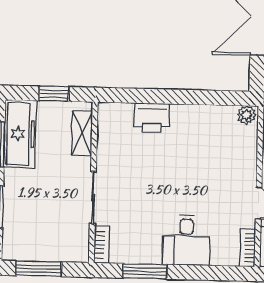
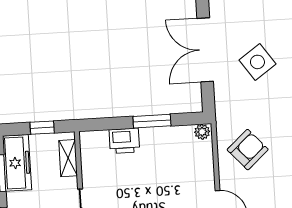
window: (187, 97) -> (152, 121), added

